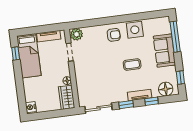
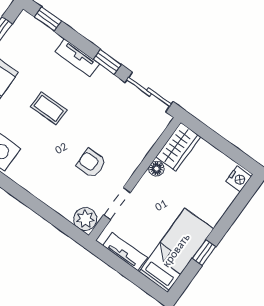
armchair: (114, 35) -> (91, 163), moved
window: (16, 53) -> (204, 253), moved
floor lamp: (166, 89) -> (35, 33), removed
window: (152, 101) -> (48, 19), moved

